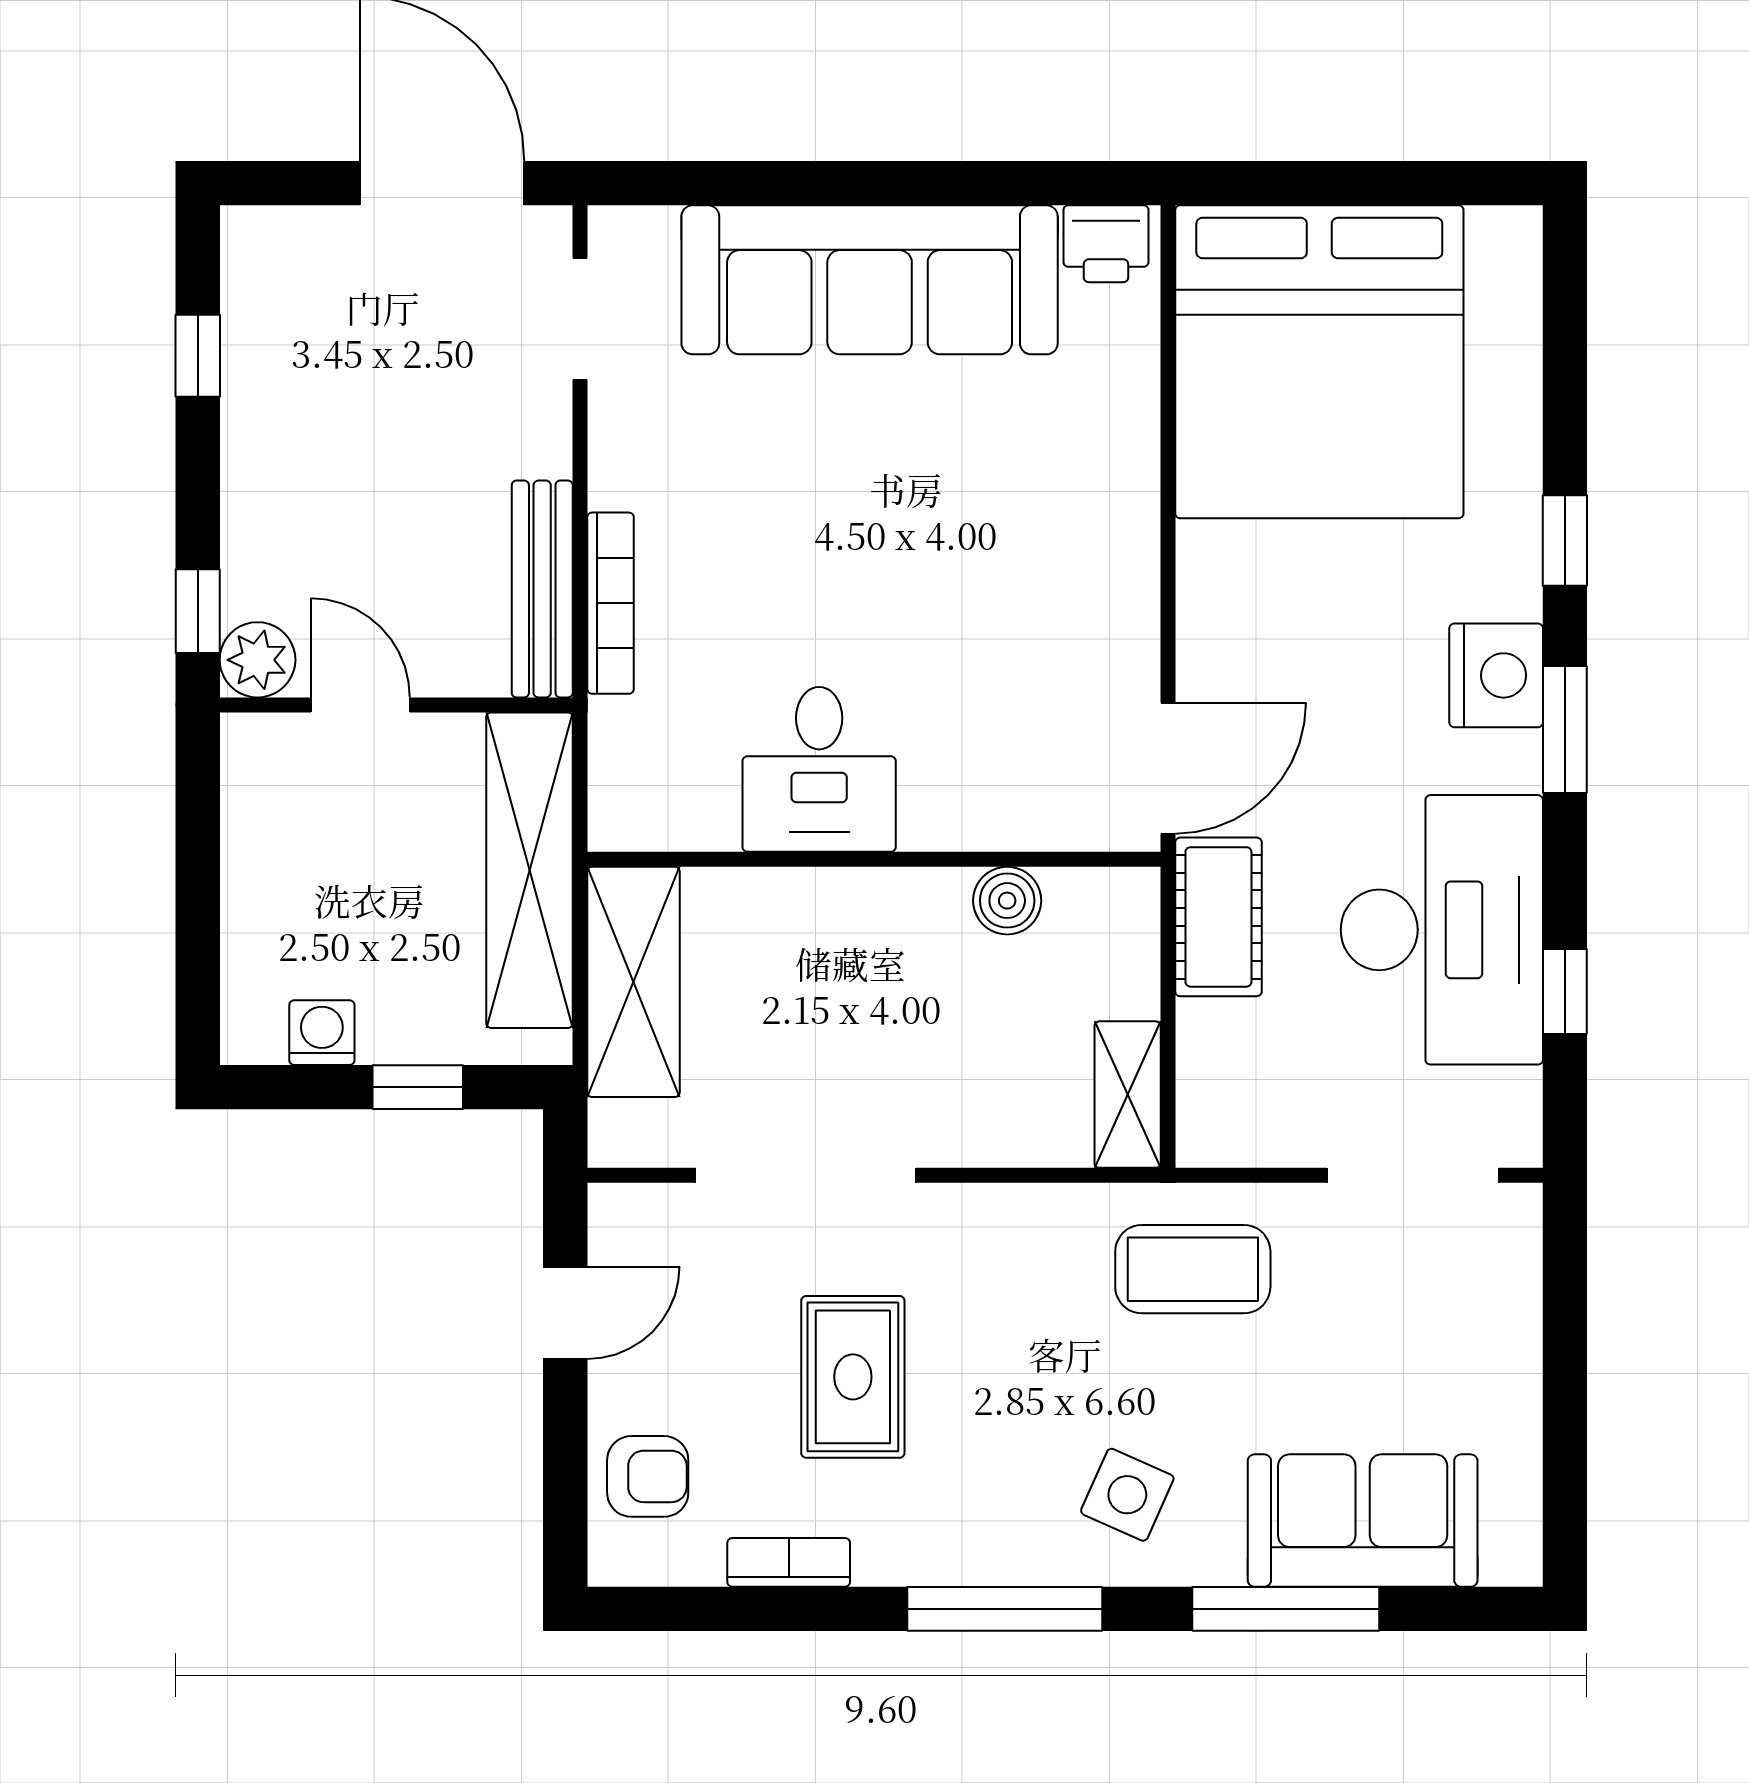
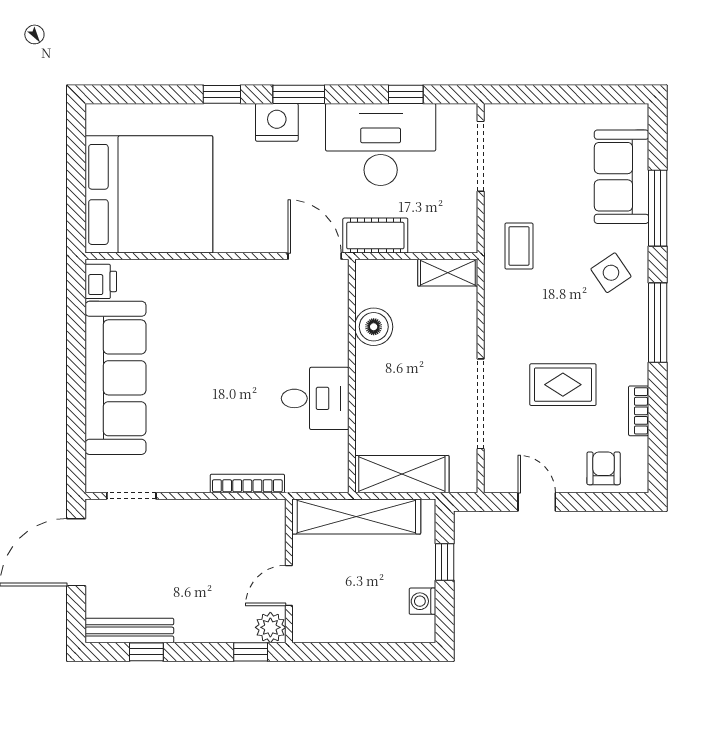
bench: (542, 589) -> (129, 630), moved
boiler: (1007, 901) -> (374, 327), width x1.36, depth x1.36
coffee table: (1193, 1269) -> (519, 246), width x0.73, depth x0.77
side table: (1127, 1495) -> (611, 273), turned 32

